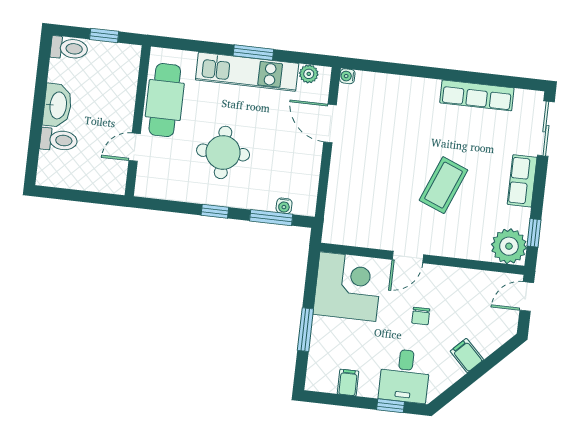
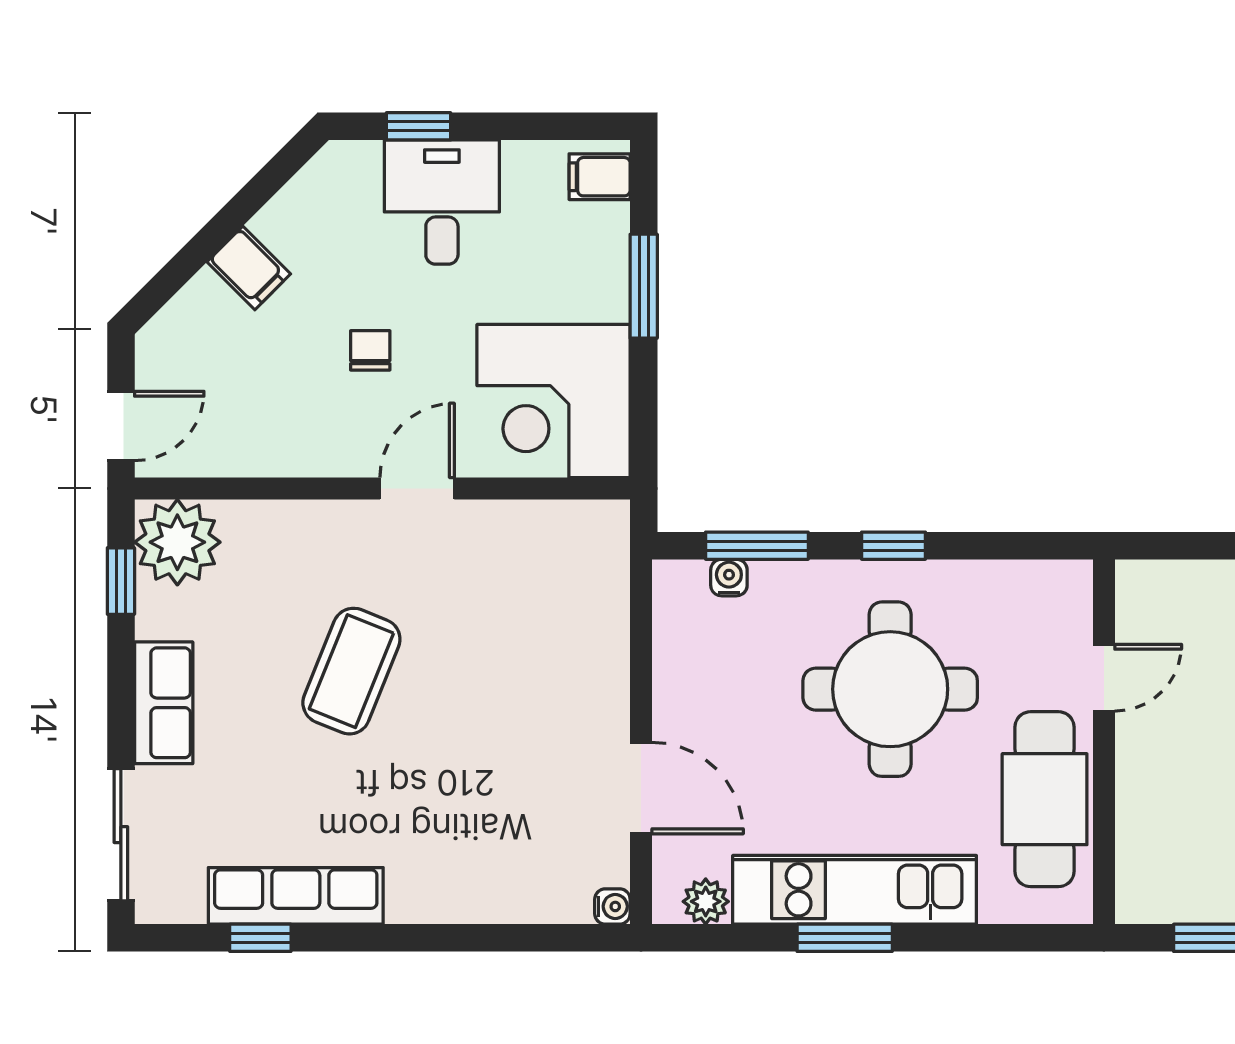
window: (493, 80) -> (260, 938), added
round table: (223, 152) -> (890, 689), width x1.36, depth x1.36
desk: (405, 376) -> (442, 202), moved
filing cabinet: (348, 383) -> (600, 177), moved, turned 90

